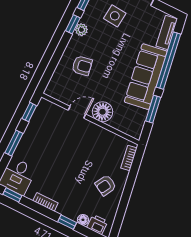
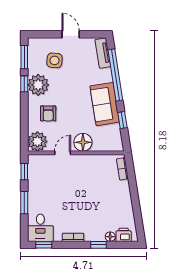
plant: (81, 30) -> (38, 85), width x1.87, depth x1.87
armchair: (82, 66) -> (48, 113), turned 100
sofa: (146, 77) -> (105, 104), width x0.73
plant: (57, 88) -> (37, 141), added
window: (153, 109) -> (122, 120), width x0.67
armchair: (106, 185) -> (115, 200), removed

